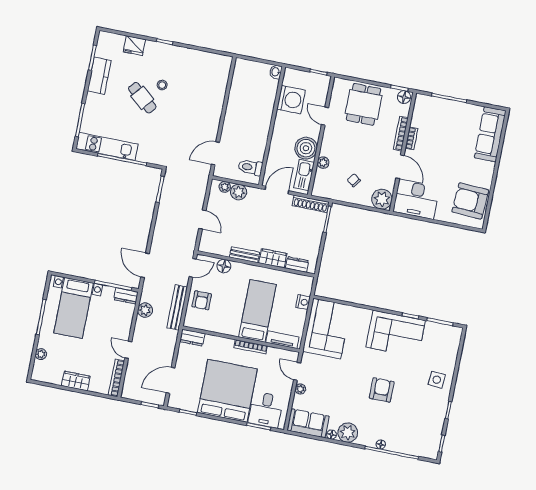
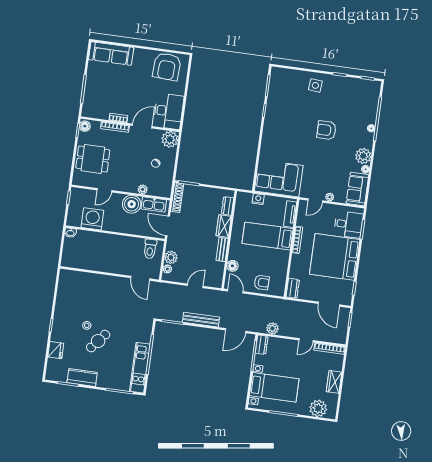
bench: (177, 307) -> (201, 320), moved
corner sofa: (396, 334) -> (280, 121), removed
plant: (41, 354) -> (318, 408), width x1.88, depth x1.88

